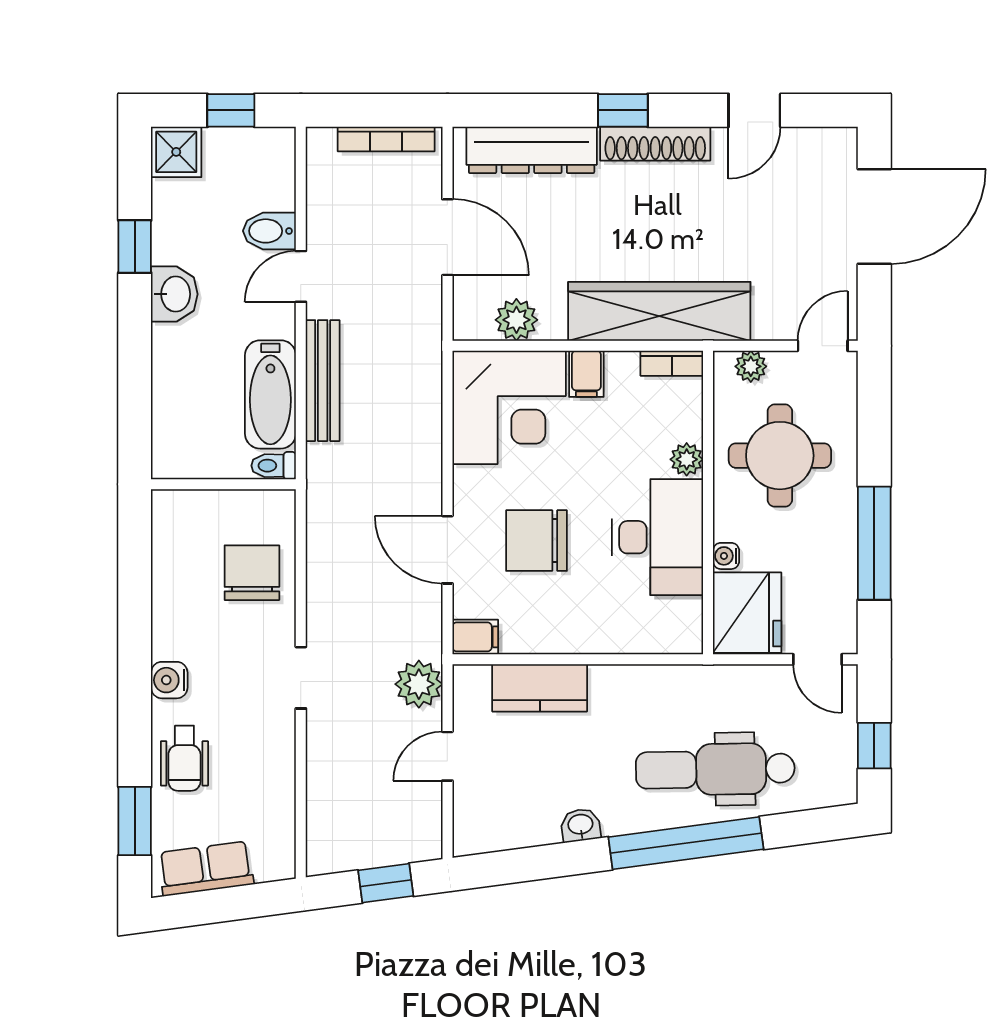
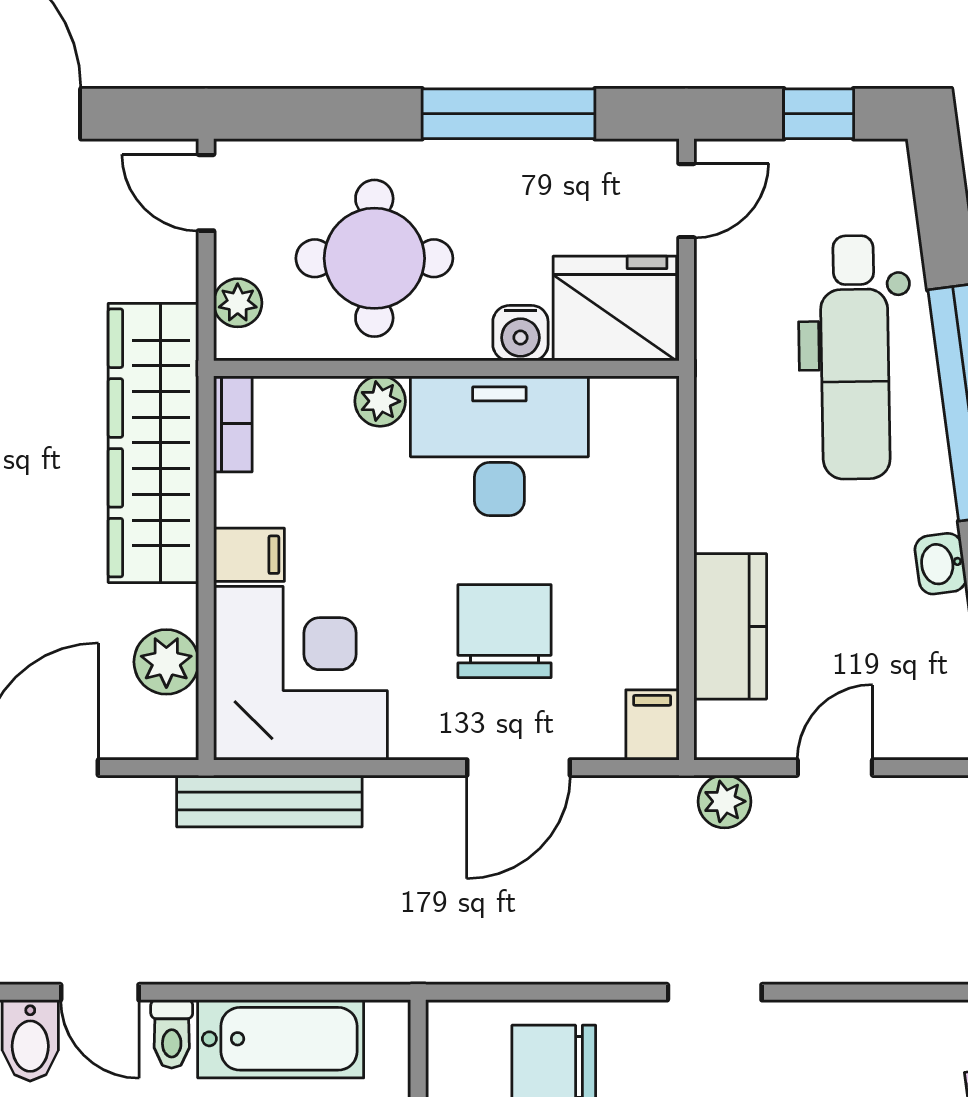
bench: (323, 381) -> (269, 801), moved
toilet: (274, 466) -> (172, 1034), moved
chair: (536, 541) -> (505, 631), turned 180
water cooler: (726, 556) -> (520, 333), width x1.38, depth x1.38
plant: (419, 684) -> (724, 801), width x0.73, depth x0.73
door: (447, 756) -> (835, 768), swing flipped

